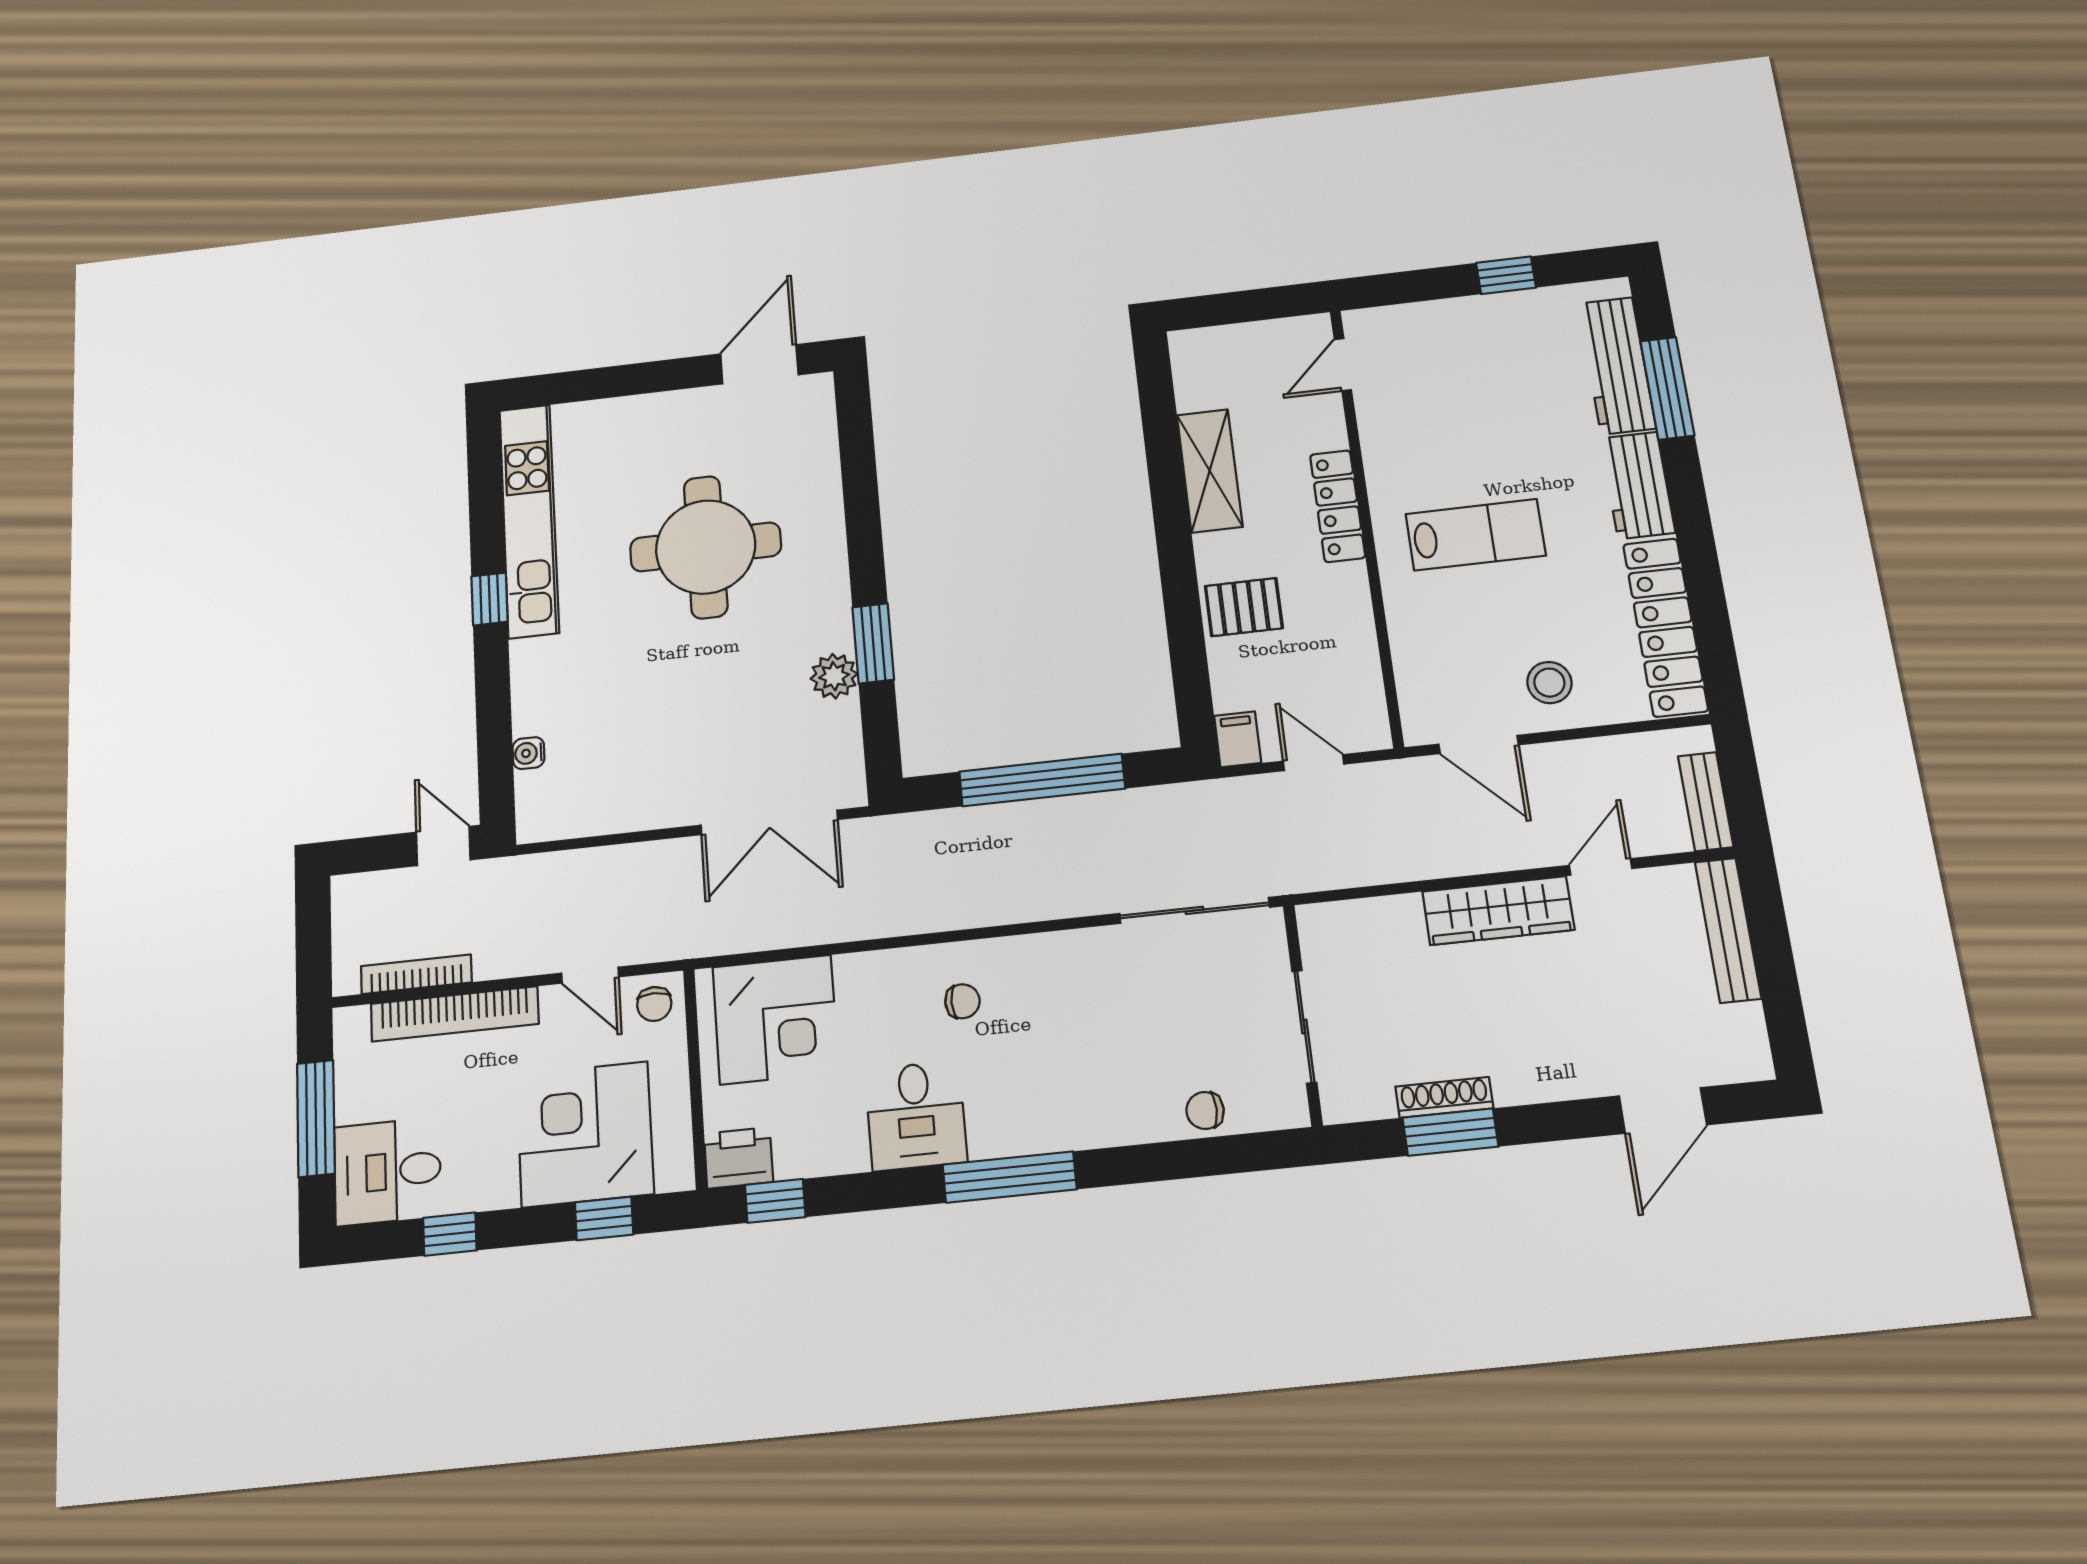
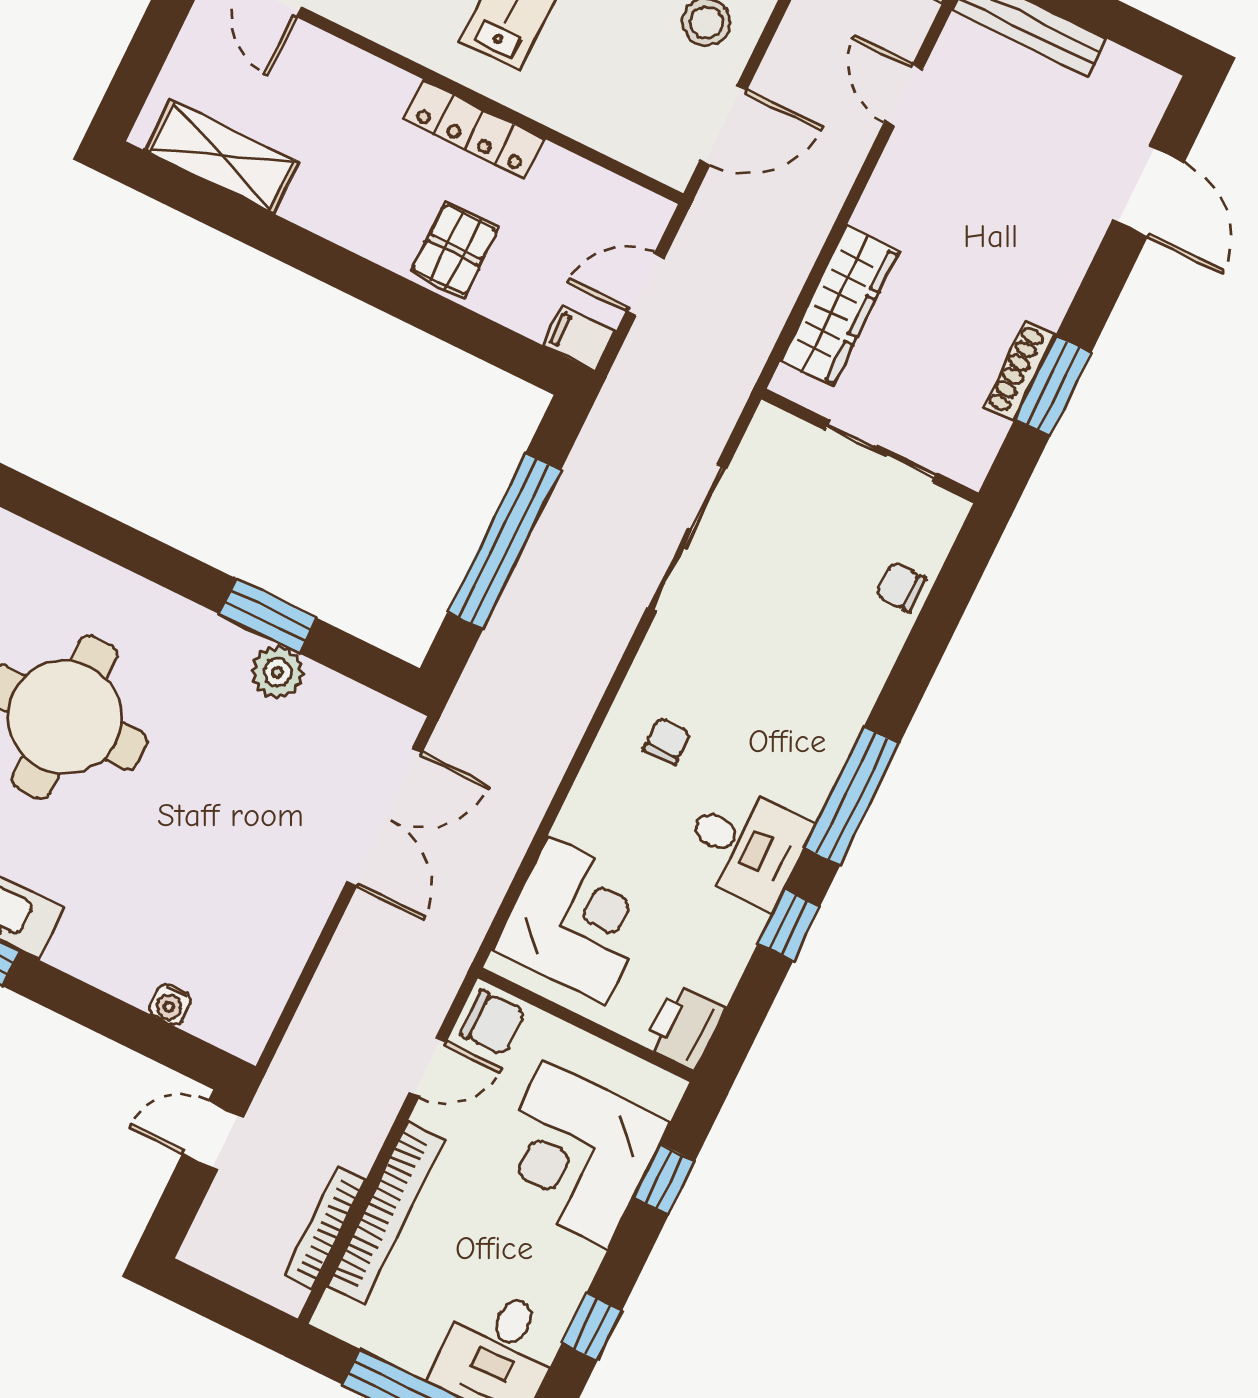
shelving: (1210, 471) -> (222, 156), moved
locker: (1338, 506) -> (474, 129), moved
sliding door: (1194, 910) -> (687, 538), moved
wardrobe: (1498, 911) -> (840, 306), moved
chair: (654, 1004) -> (493, 1023), width x1.37, depth x1.37
chair: (1205, 1111) -> (901, 587), turned 90
window: (775, 1201) -> (789, 925), moved

